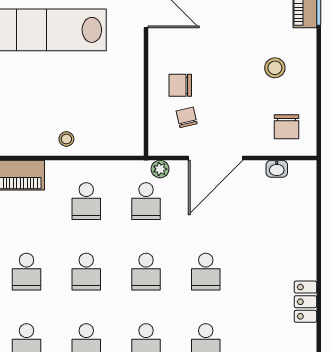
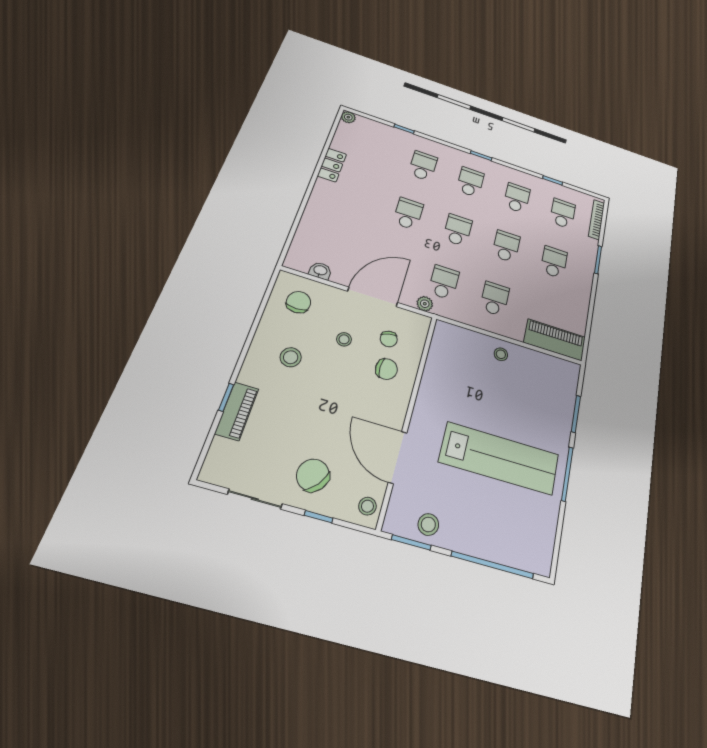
stool: (230, 102) -> (344, 339), added

